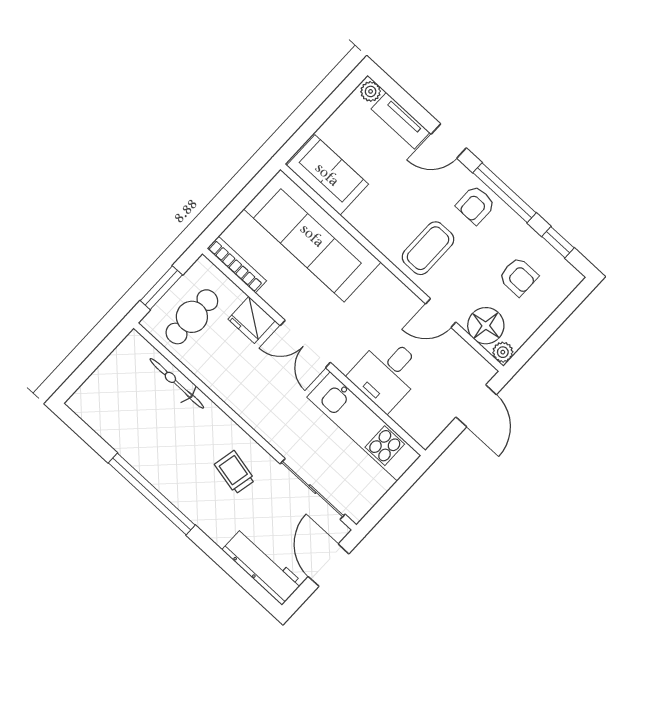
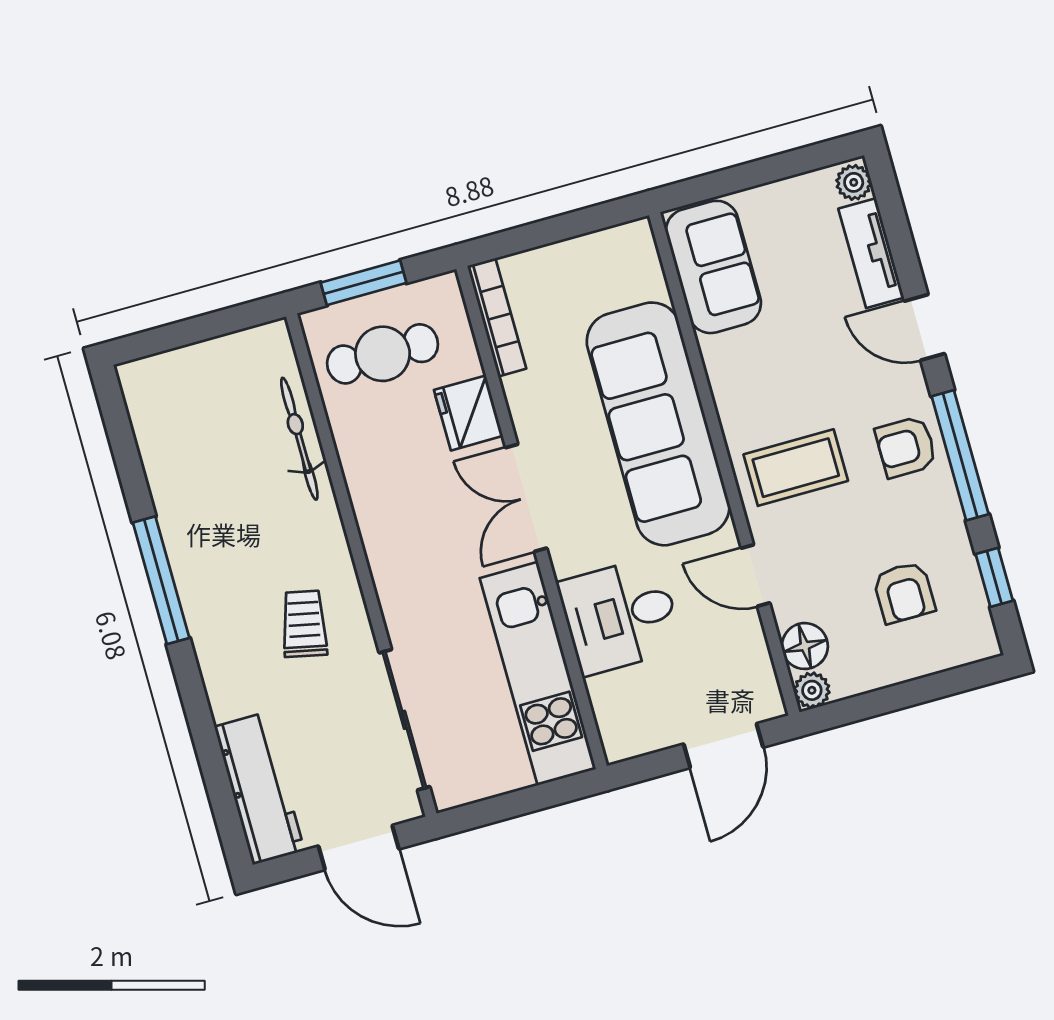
sofa: (312, 236) -> (658, 424), moved
floor lamp: (486, 326) -> (805, 646), width x0.73, depth x0.73
window: (152, 494) -> (161, 580), width x0.68
door: (329, 565) -> (359, 847), swing flipped

